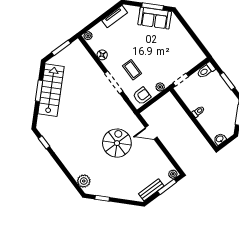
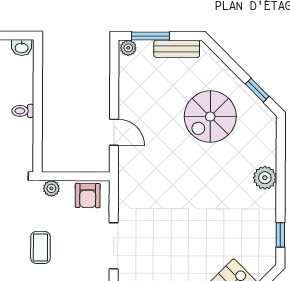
coffee table: (132, 70) -> (40, 247), moved
armchair: (142, 96) -> (88, 195), turned -90
spiral stairs: (117, 143) -> (210, 117), moved
plant: (84, 181) -> (265, 178), moved

